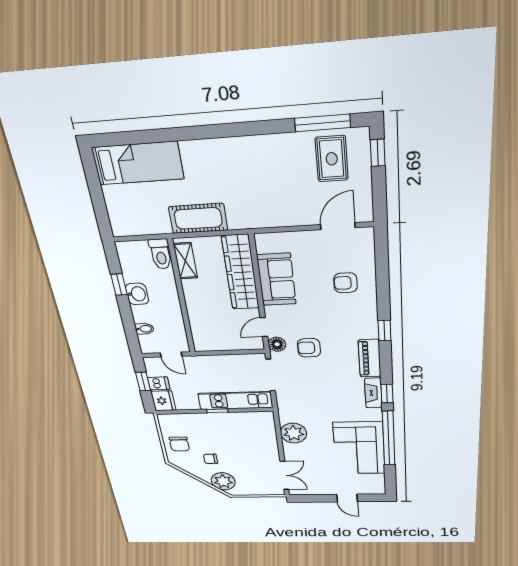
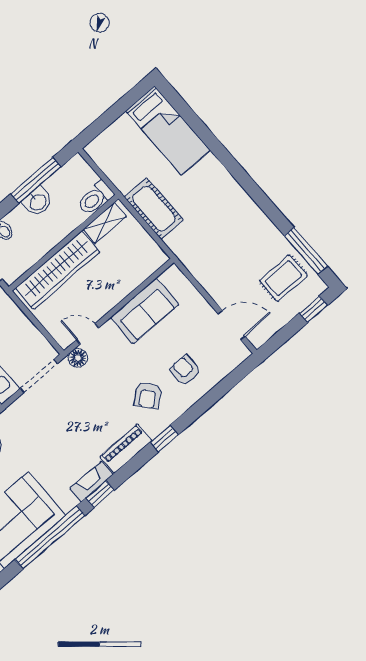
wardrobe: (240, 272) -> (58, 270), moved, turned 180
window: (119, 284) -> (36, 180), width x2.17
armchair: (309, 348) -> (148, 396), moved, turned -131

